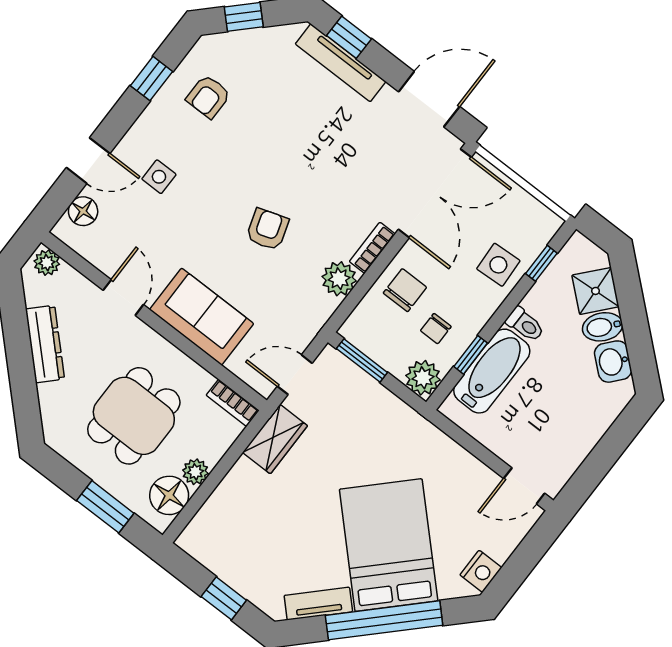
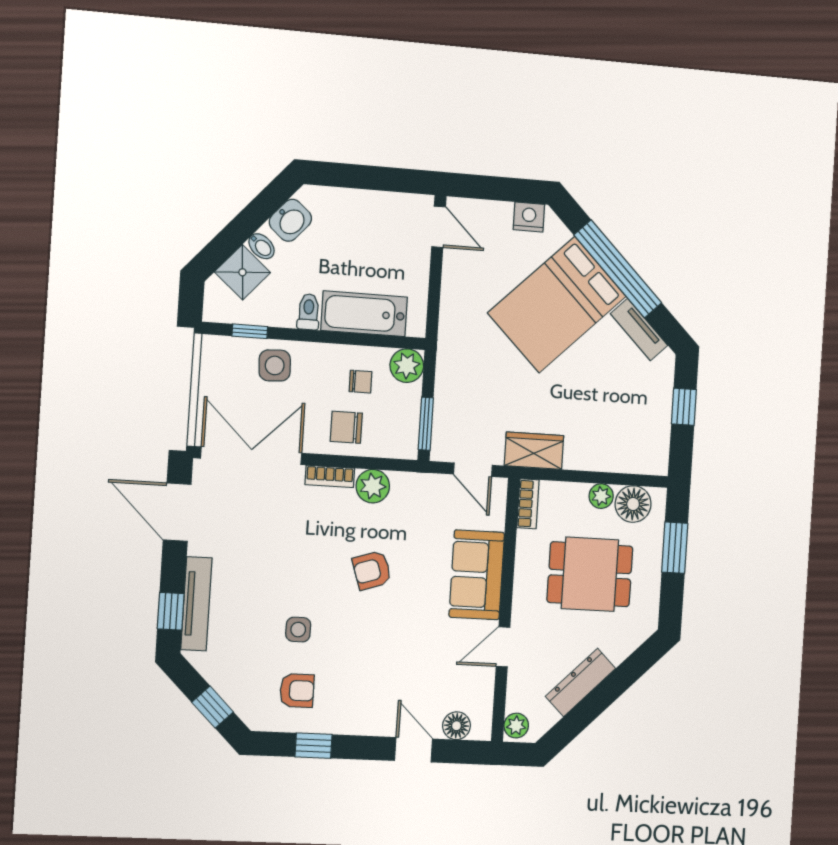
side table: (159, 177) -> (298, 630), moved
bidet: (603, 327) -> (261, 246), width x0.72, depth x0.74
window: (471, 355) -> (363, 340), removed

